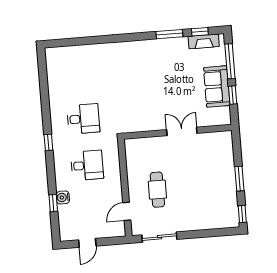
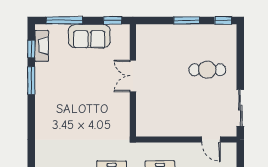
window: (233, 95) -> (113, 20), moved
cafe table: (157, 190) -> (207, 70), moved

